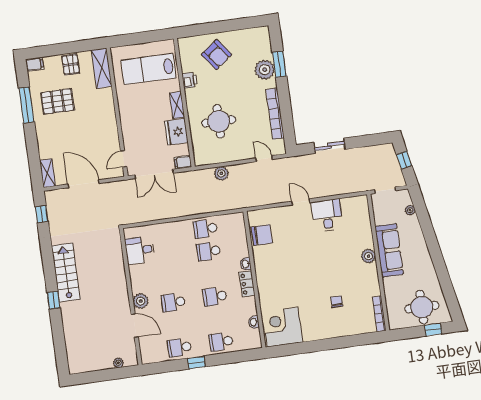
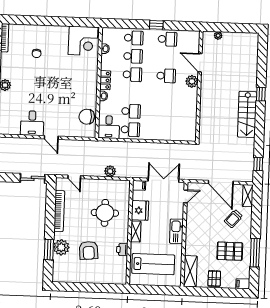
armchair: (217, 55) -> (89, 250), moved, turned -148
kitchen sink: (127, 114) -> (176, 231), added
trolley: (60, 142) -> (233, 219), added
sliding door: (329, 146) -> (33, 178), moved
desk: (140, 250) -> (109, 127), moved, turned 90
school desk: (218, 319) -> (133, 56), added

